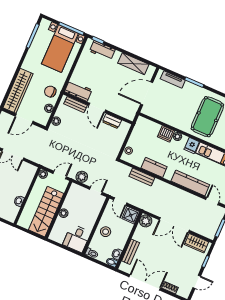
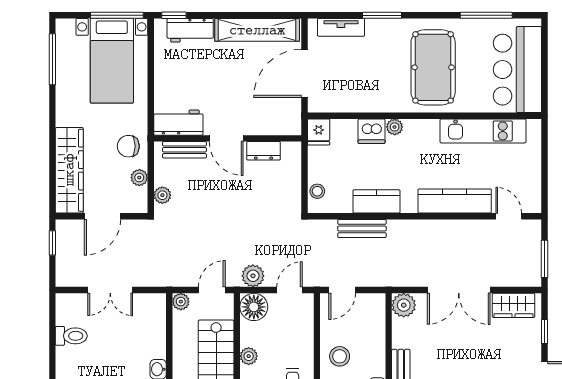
shelving: (133, 64) -> (257, 30), width x1.47
fridge: (192, 146) -> (319, 132), moved
floor lamp: (76, 191) -> (254, 307), added
door: (120, 201) -> (342, 290), hinge flipped
shower: (131, 215) -> (372, 307), removed

